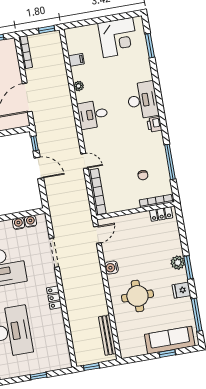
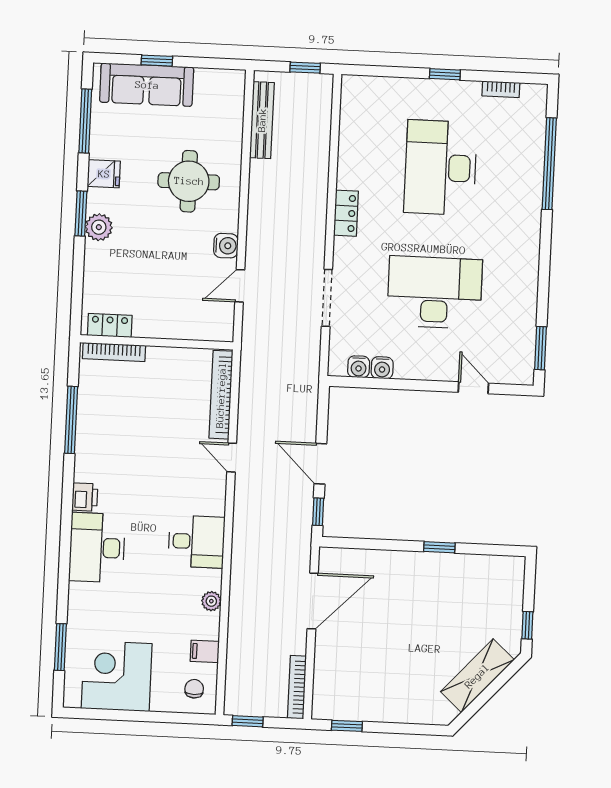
chair: (143, 175) -> (194, 689), moved
door: (97, 235) -> (240, 286), moved
window: (39, 376) -> (445, 74), moved

